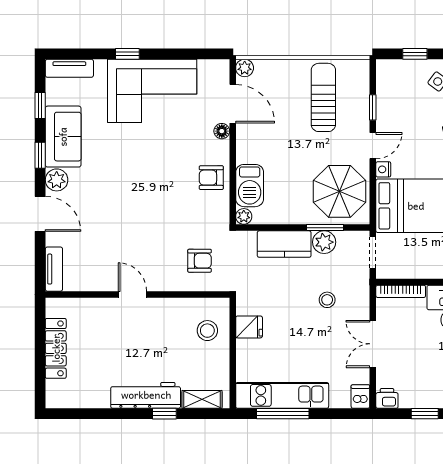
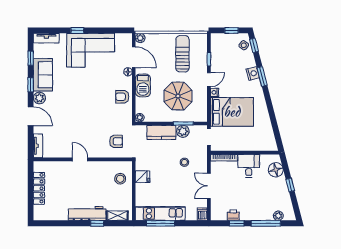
barbecue: (250, 186) -> (143, 85), moved
parasol: (339, 191) -> (178, 96), moved
printer: (387, 398) -> (233, 215), moved

